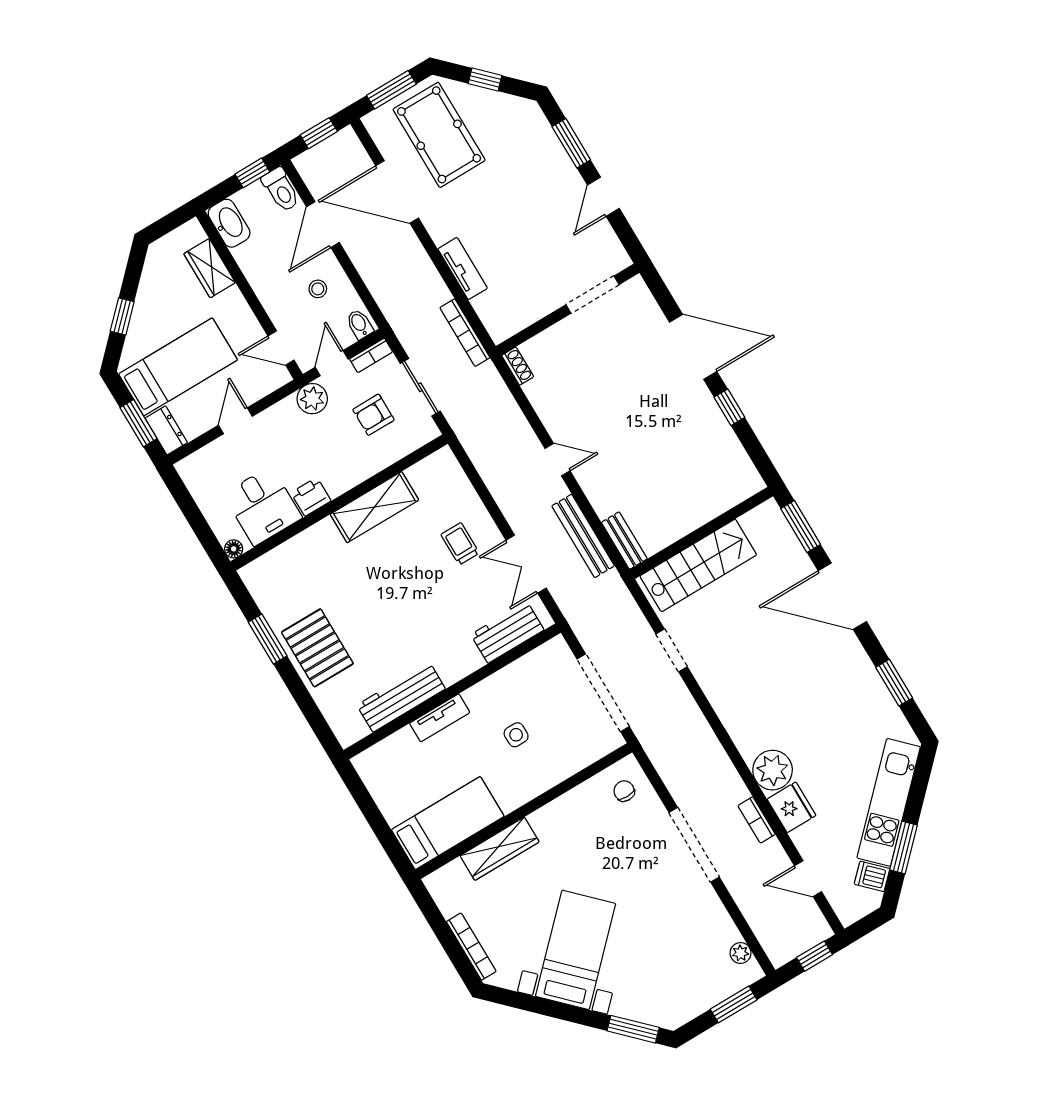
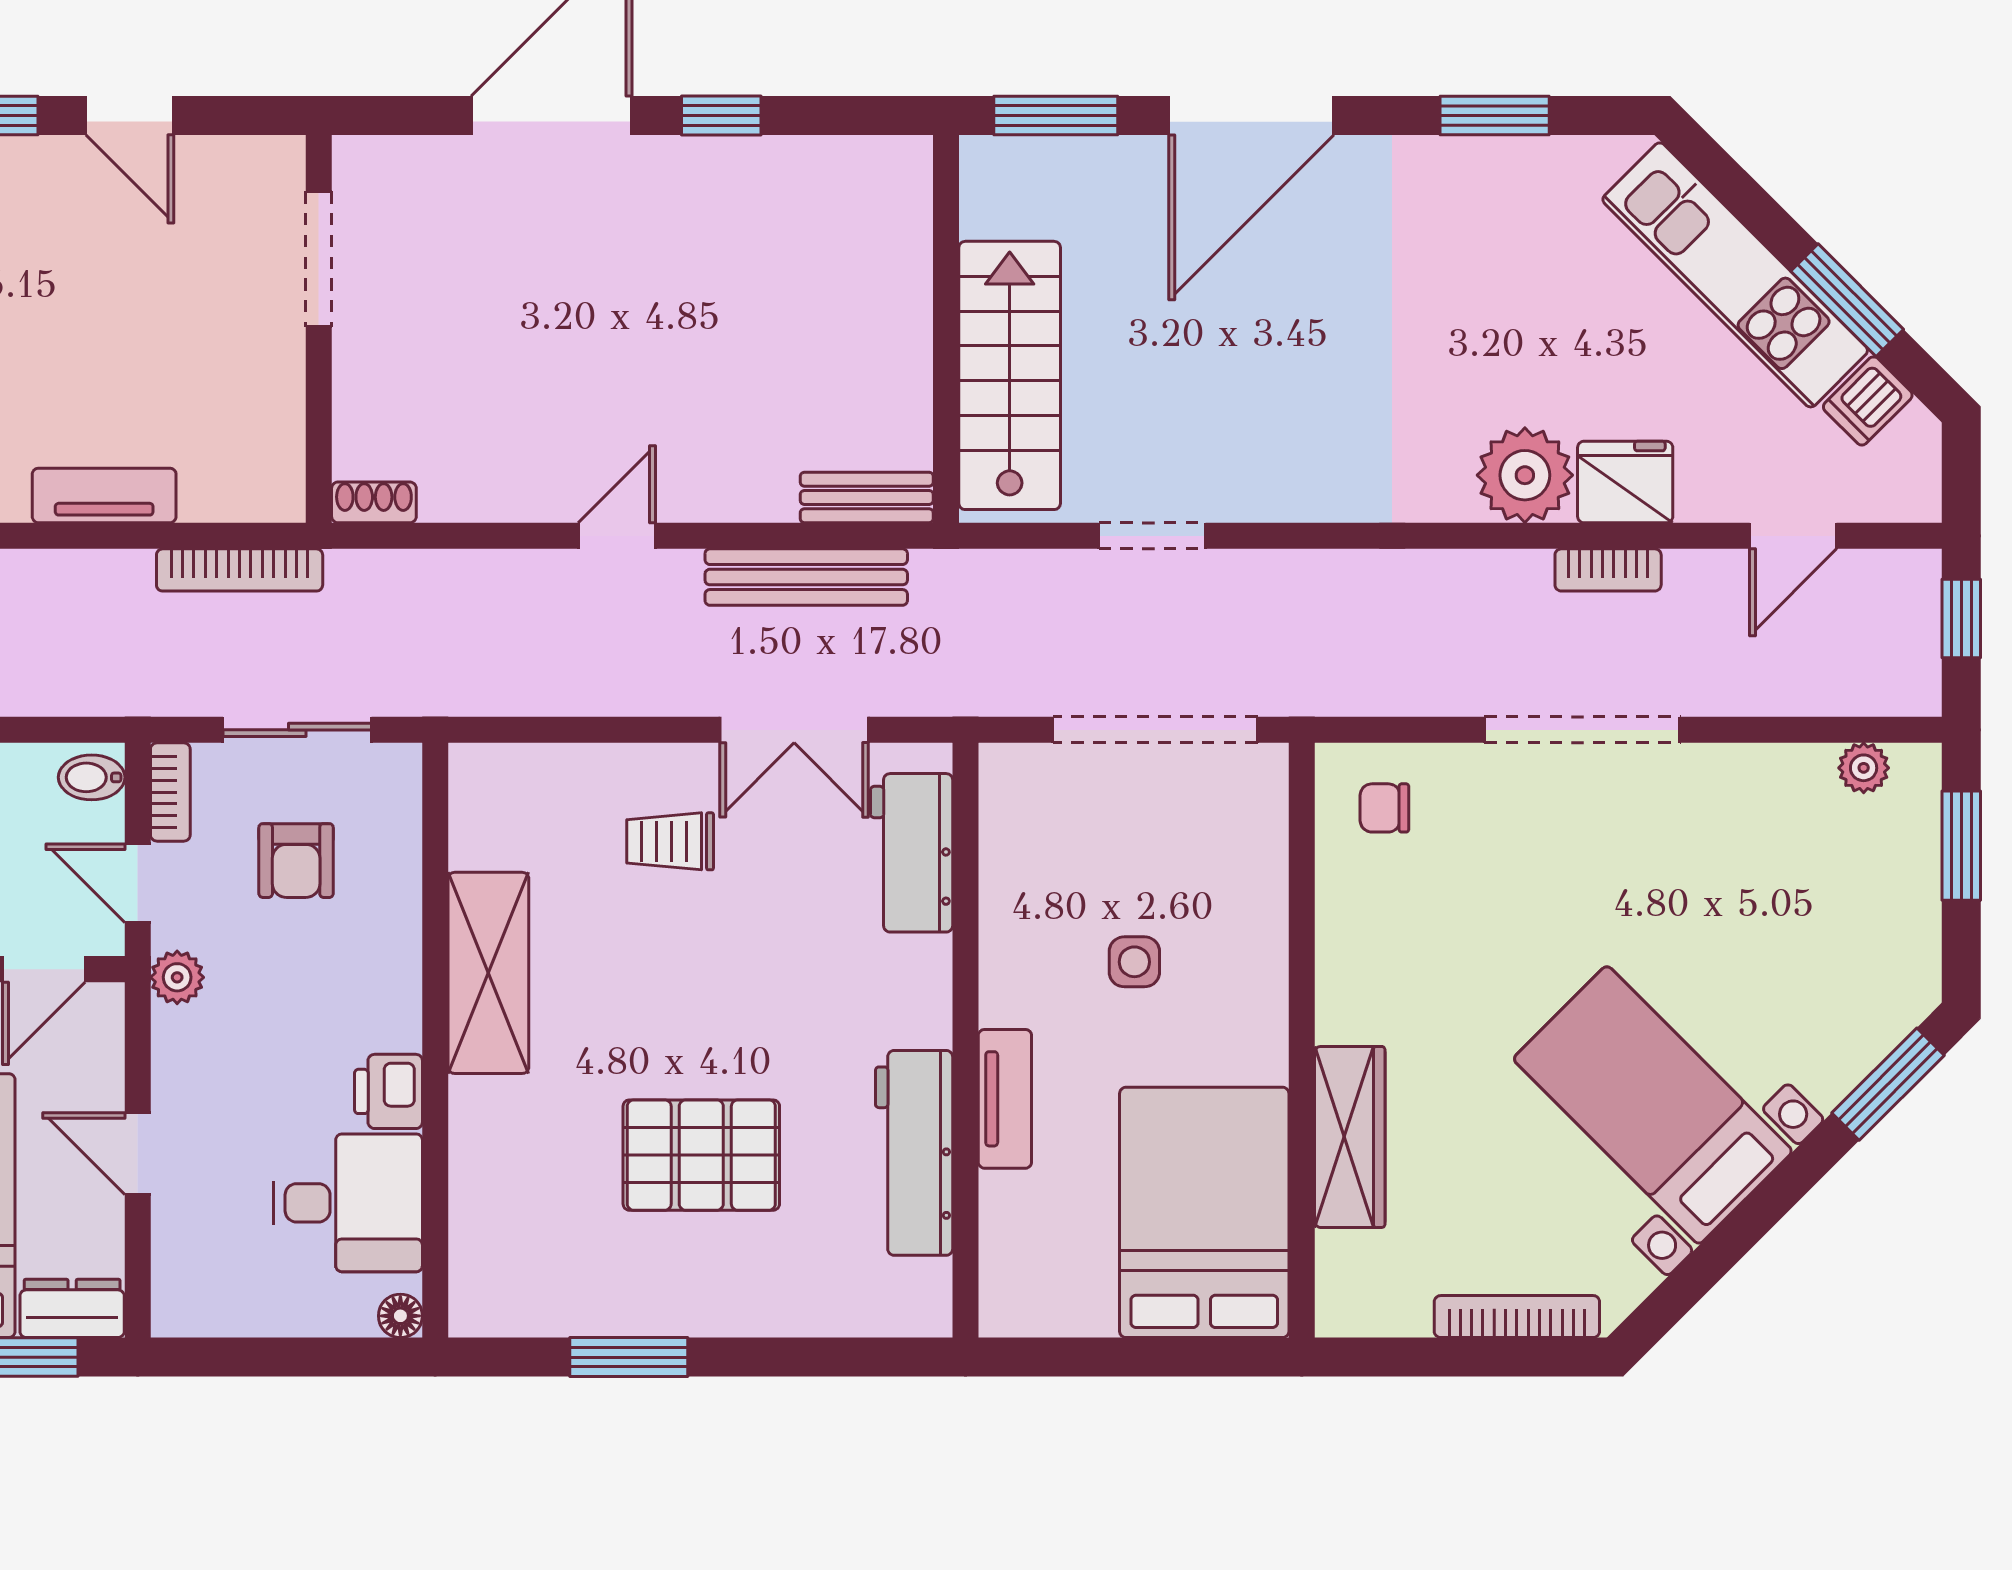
plant: (312, 399) -> (177, 977), width x0.73, depth x0.73
pallet: (317, 648) -> (701, 1155), moved
bed: (448, 823) -> (1204, 1212), width x1.50

